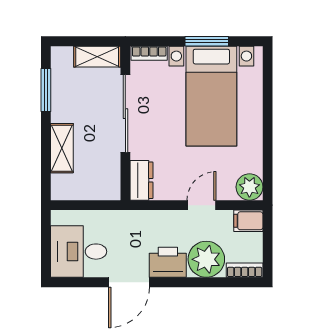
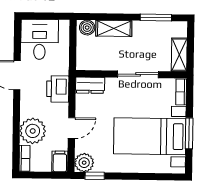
sliding door: (125, 114) -> (138, 74), width x0.73
window: (268, 172) -> (95, 176), added
boiler: (61, 185) -> (87, 28), added
door: (202, 205) -> (72, 128), hinge flipped
printer: (168, 262) -> (58, 89), moved, turned 180

